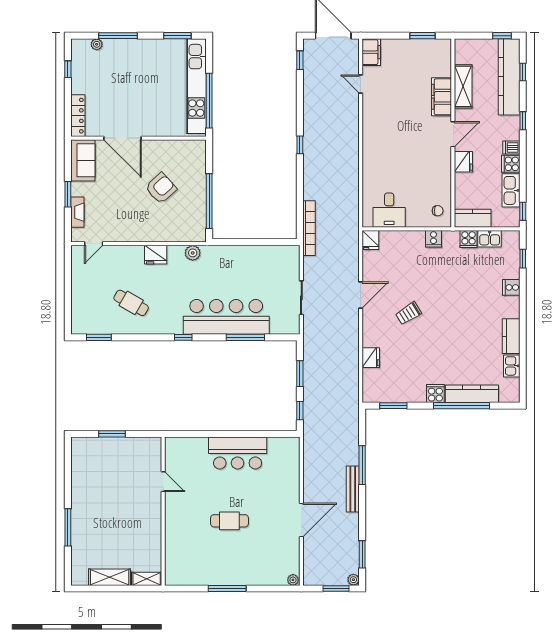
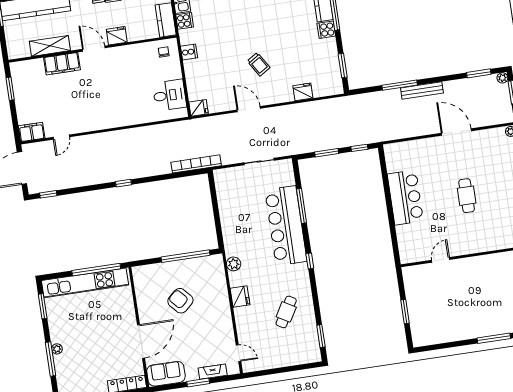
plant: (97, 44) -> (57, 349), moved

